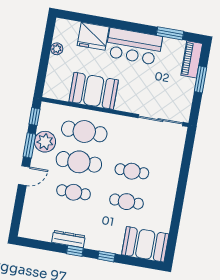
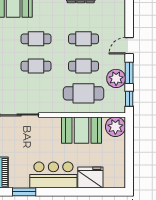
plant: (57, 49) -> (115, 127), moved, width x1.88, depth x1.88
cafe table: (79, 162) -> (83, 66), width x0.73, depth x0.74

